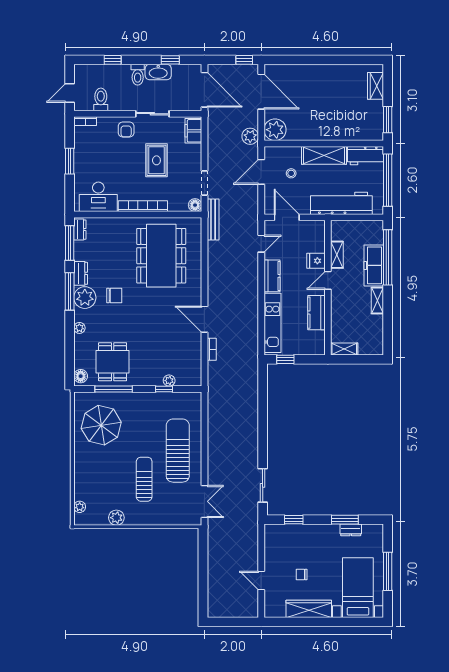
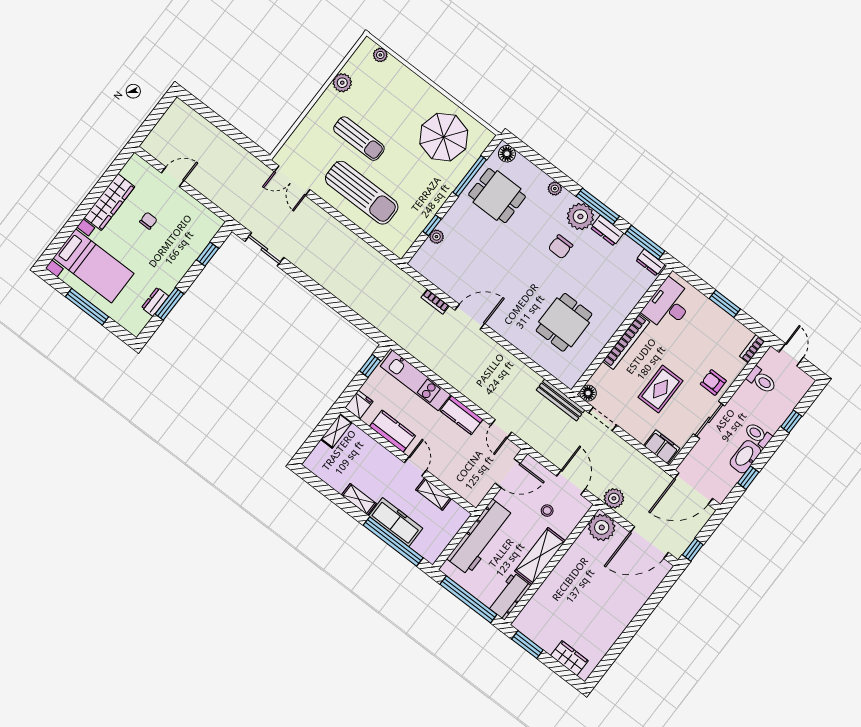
rug: (156, 160) -> (661, 389), turned 90
dining table: (161, 256) -> (564, 322), width x0.53, depth x0.80
fridge: (316, 261) -> (359, 405), moved

